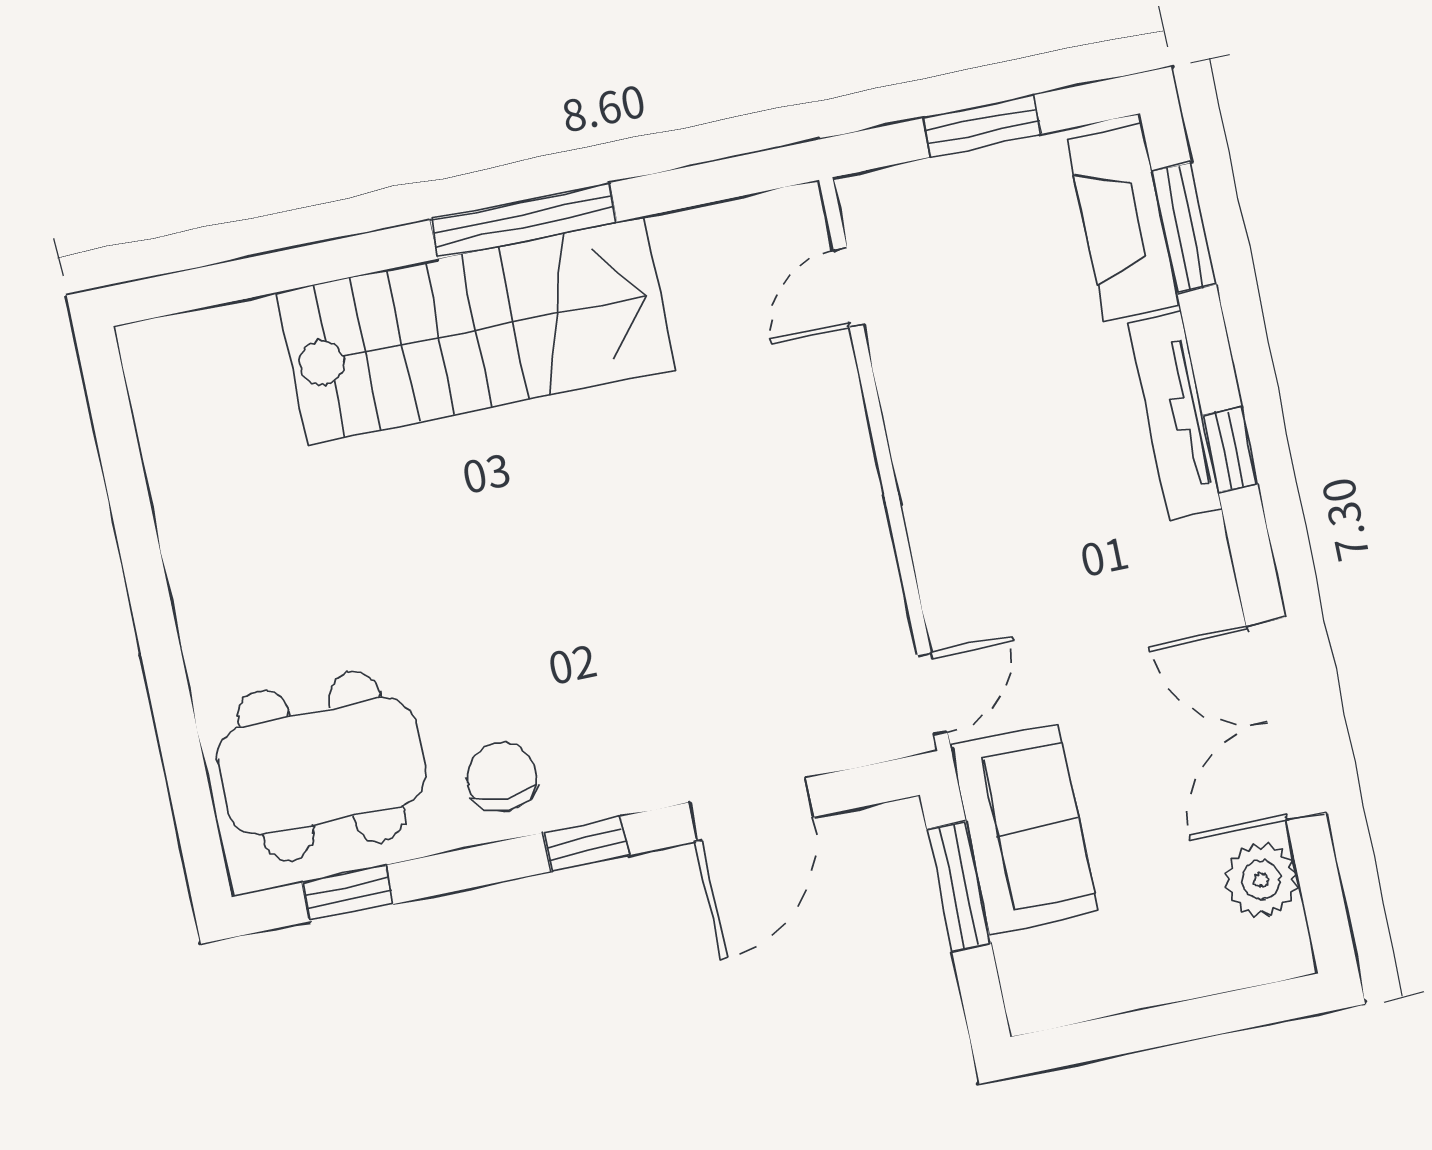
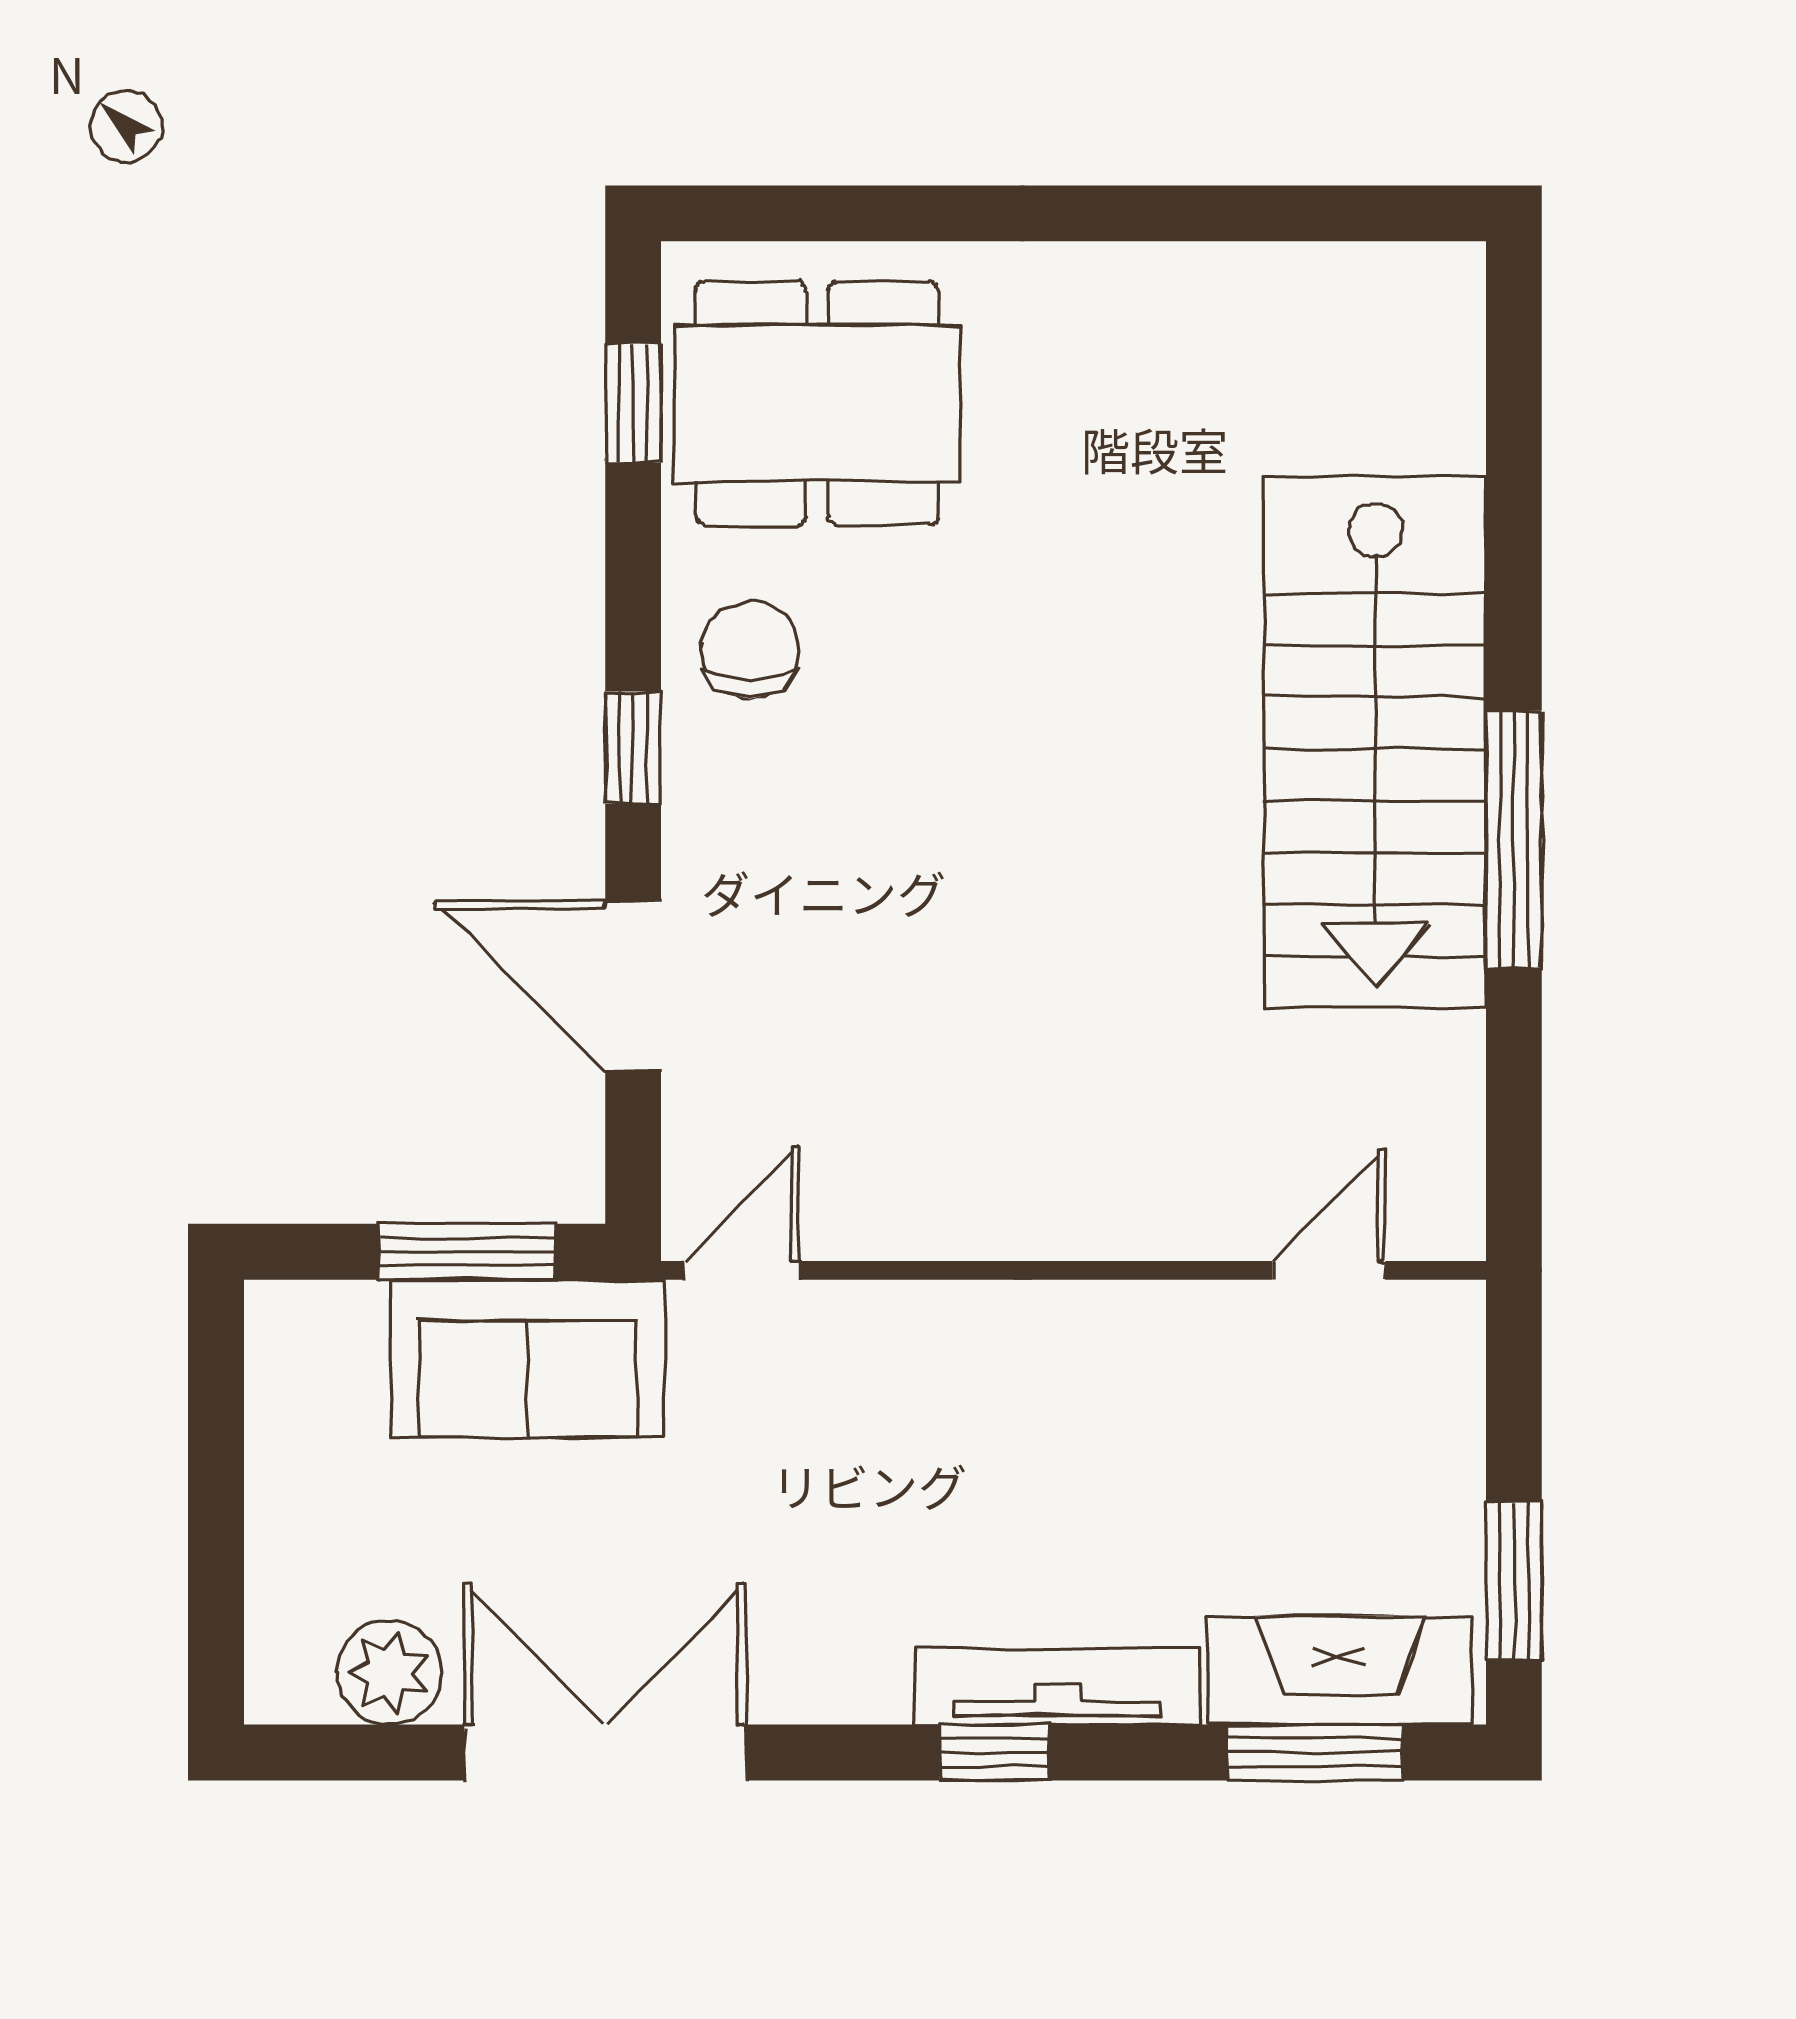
window: (982, 126) -> (1514, 1581), moved
door: (848, 287) -> (1329, 1270), hinge flipped
door: (932, 694) -> (742, 1270), swing flipped
dining table: (321, 766) -> (817, 403), turned 90
chair: (502, 777) -> (750, 650), turned -90

